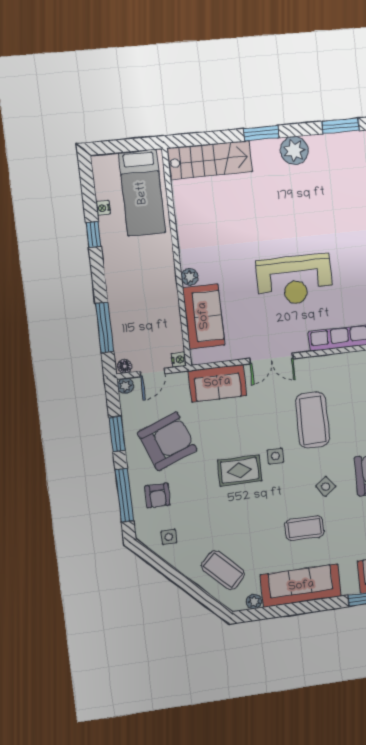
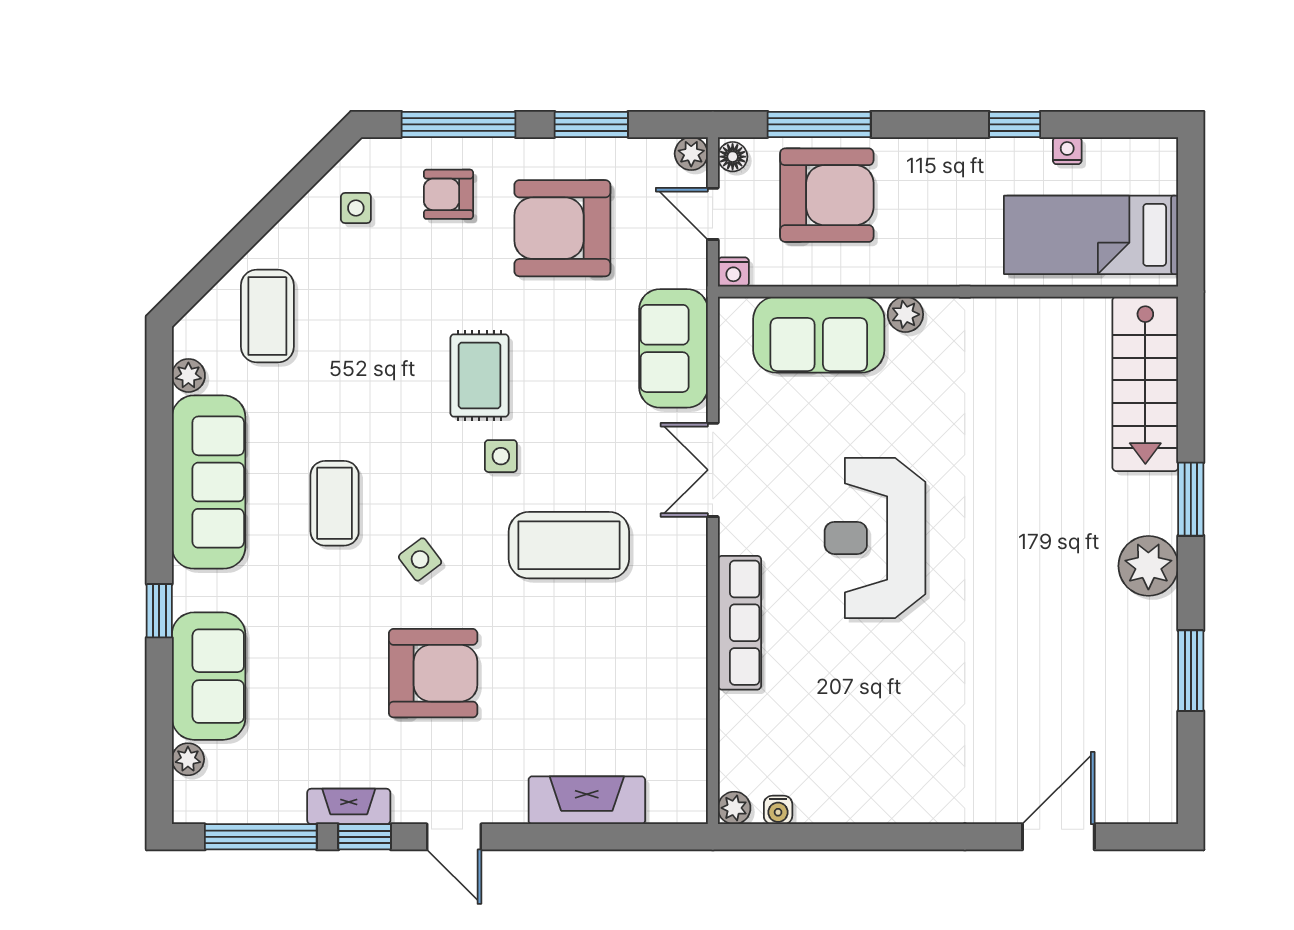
armchair: (138, 320) -> (827, 195), added
armchair: (167, 441) -> (562, 228), turned 111
coffee table: (223, 570) -> (267, 316), turned -45

